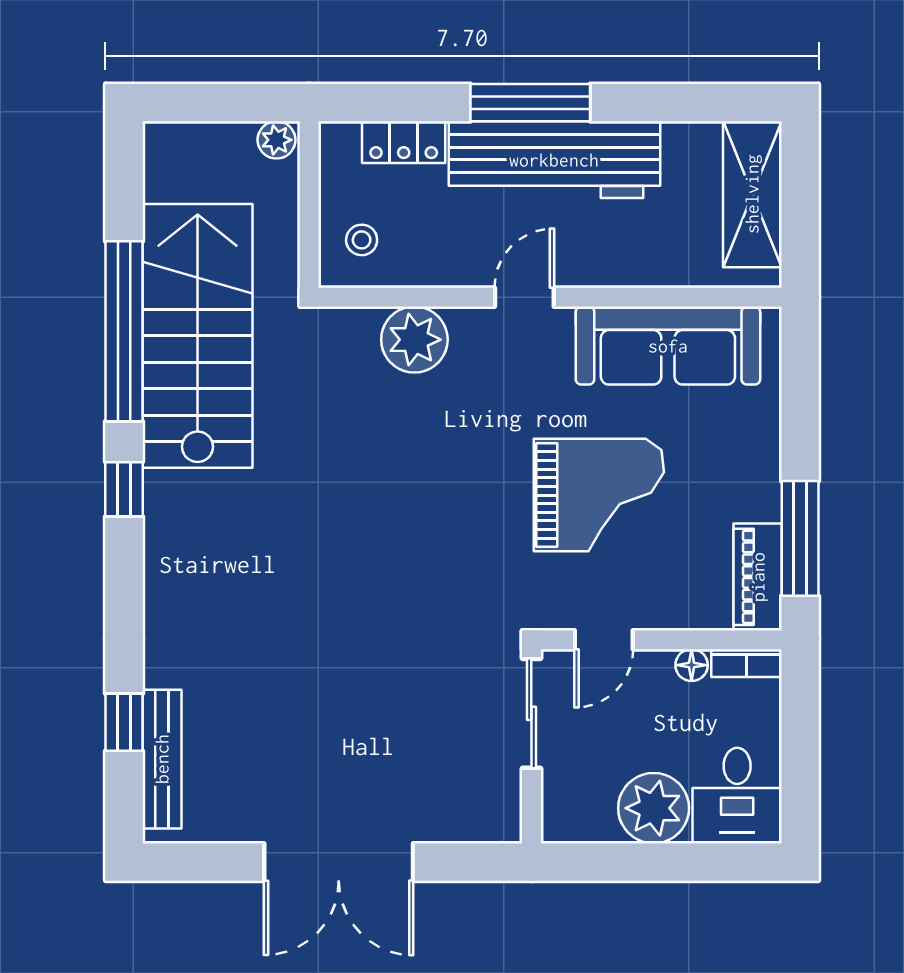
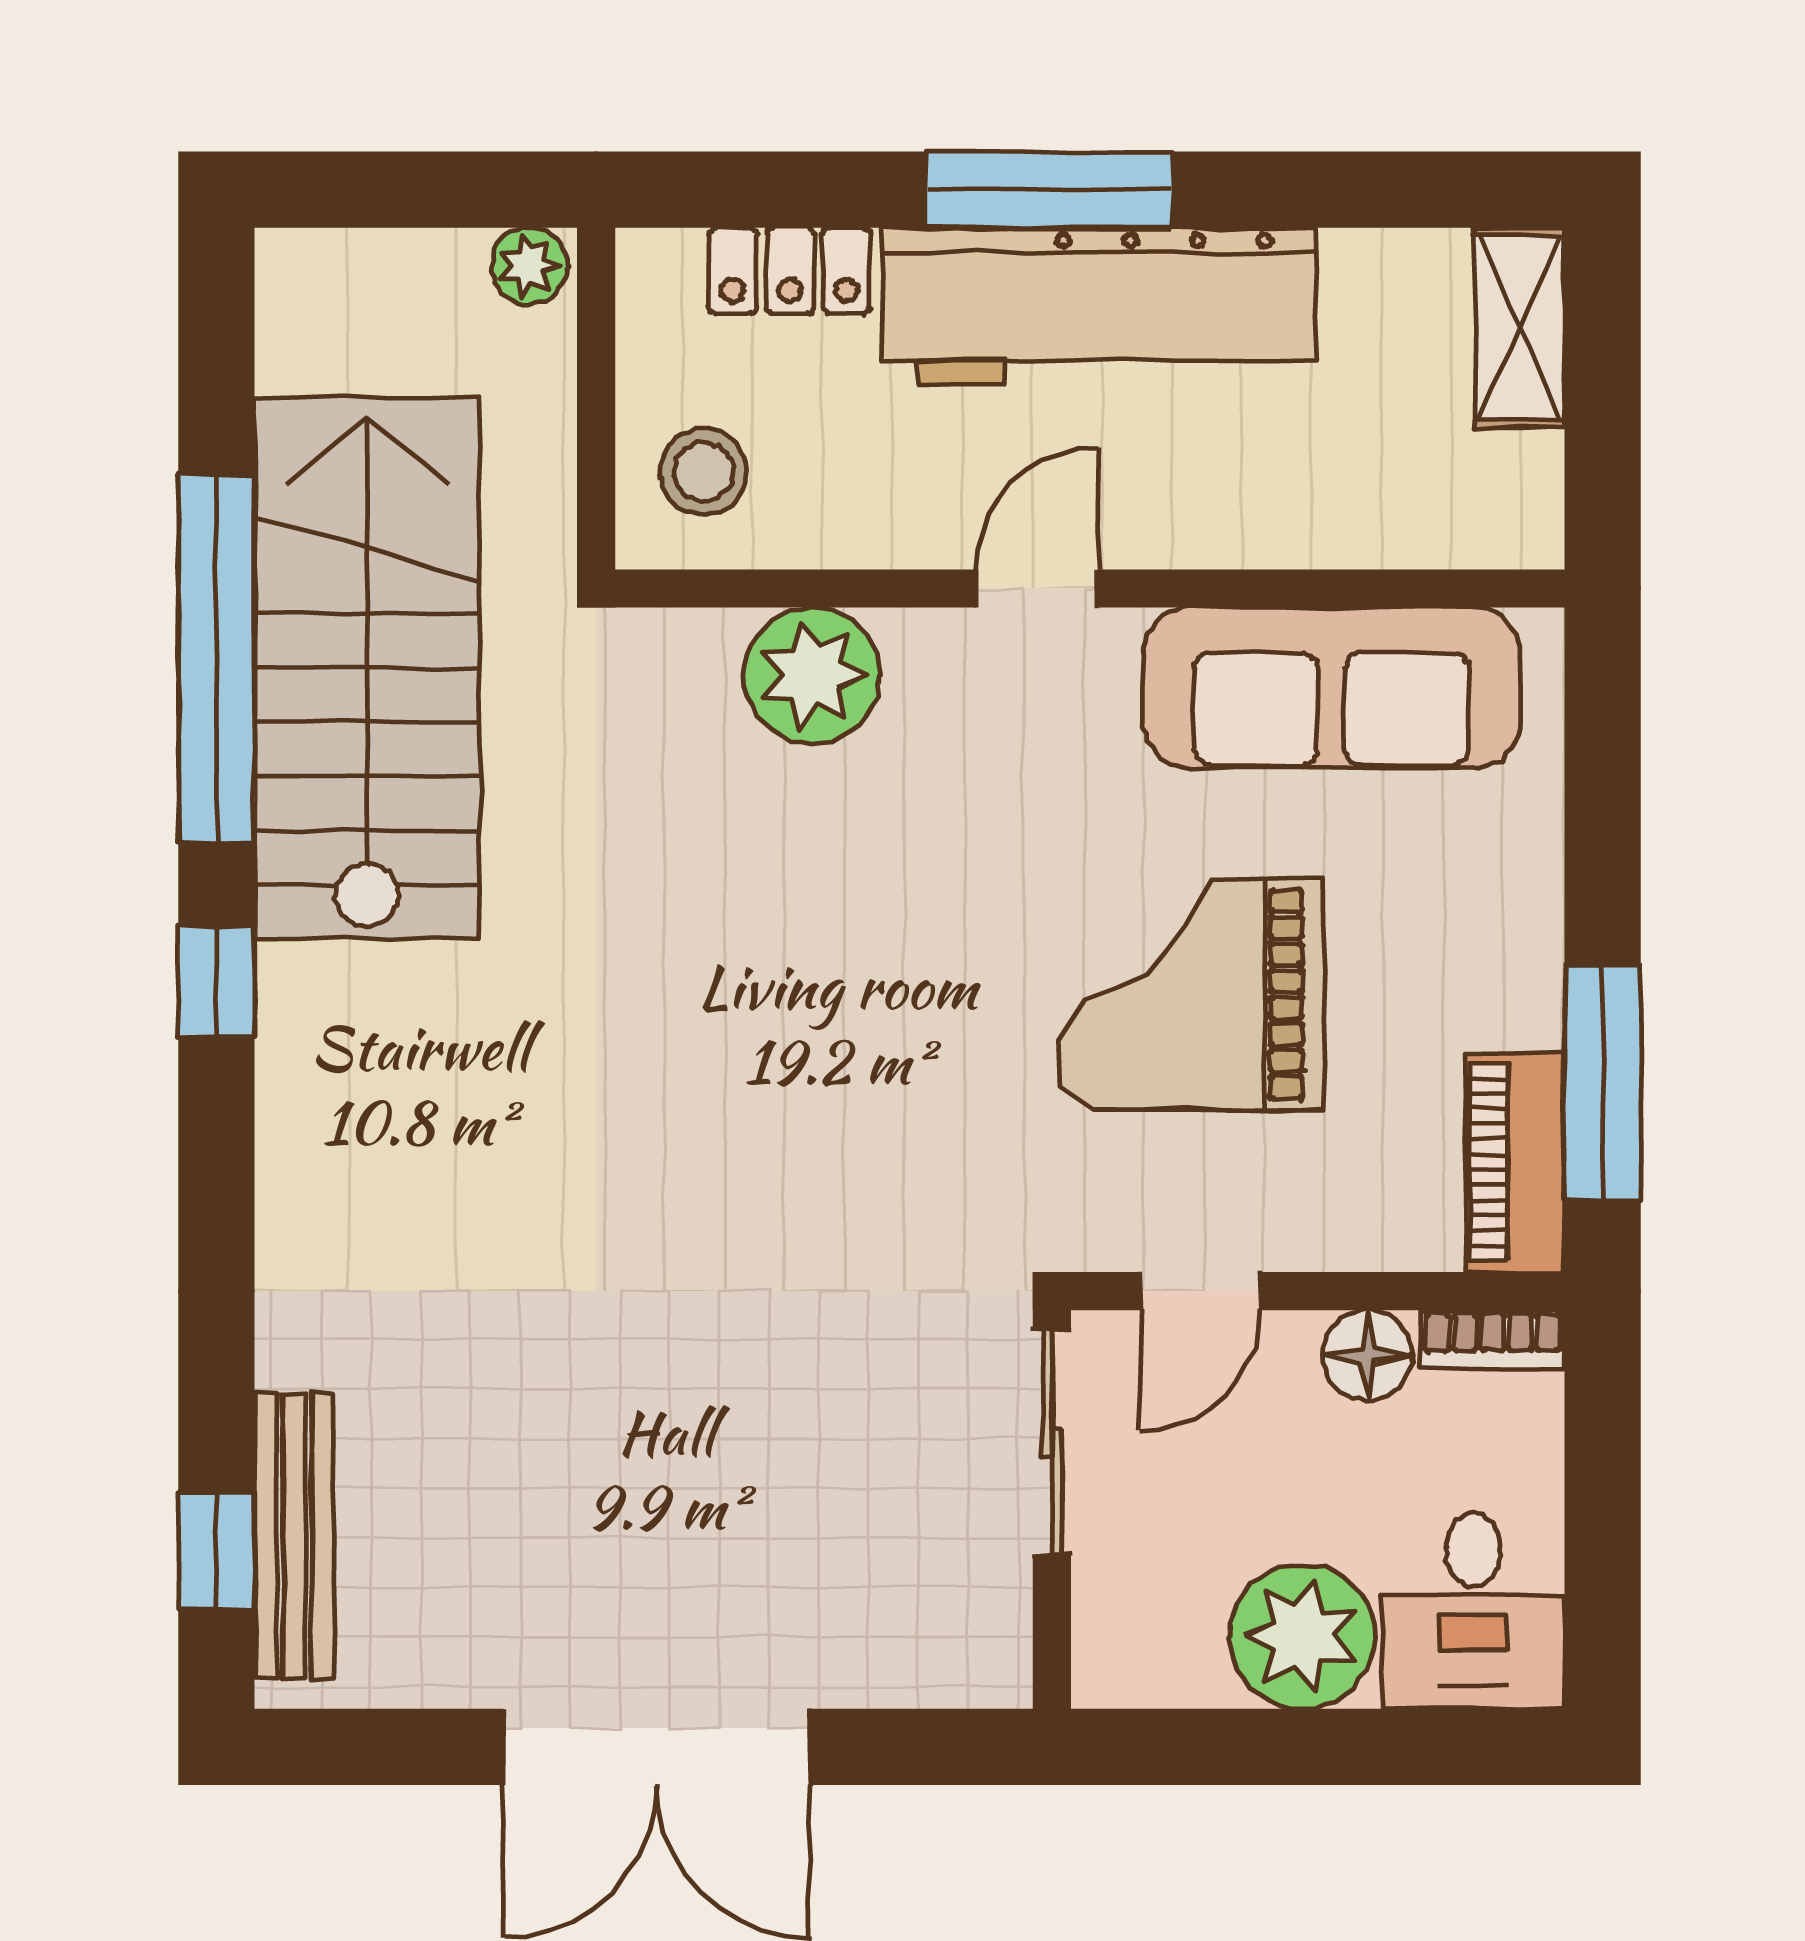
shelving: (752, 194) -> (1520, 328), width x0.67, depth x0.75
stool: (362, 240) -> (703, 471), width x1.37, depth x1.37
grand piano: (599, 495) -> (1190, 994), turned 180
floor lamp: (692, 665) -> (1368, 1355), width x1.37, depth x1.37
window: (124, 722) -> (216, 1551), moved

